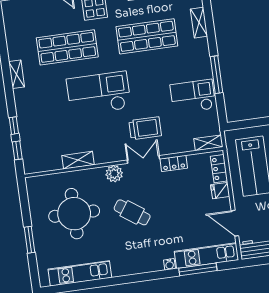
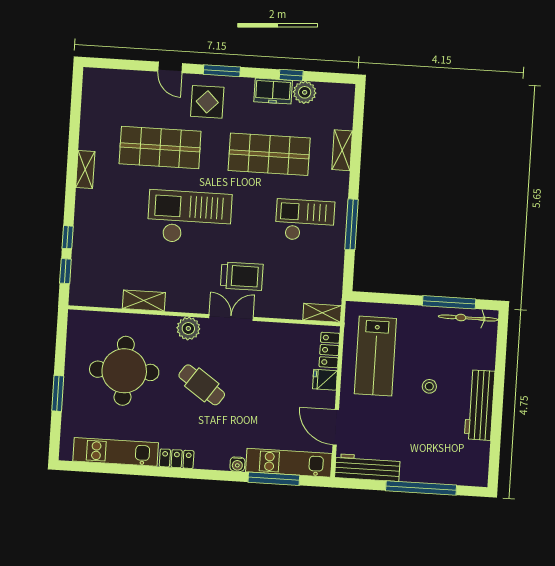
checkout: (193, 96) -> (305, 220), moved
locker: (174, 163) -> (177, 459), moved, turned 180

